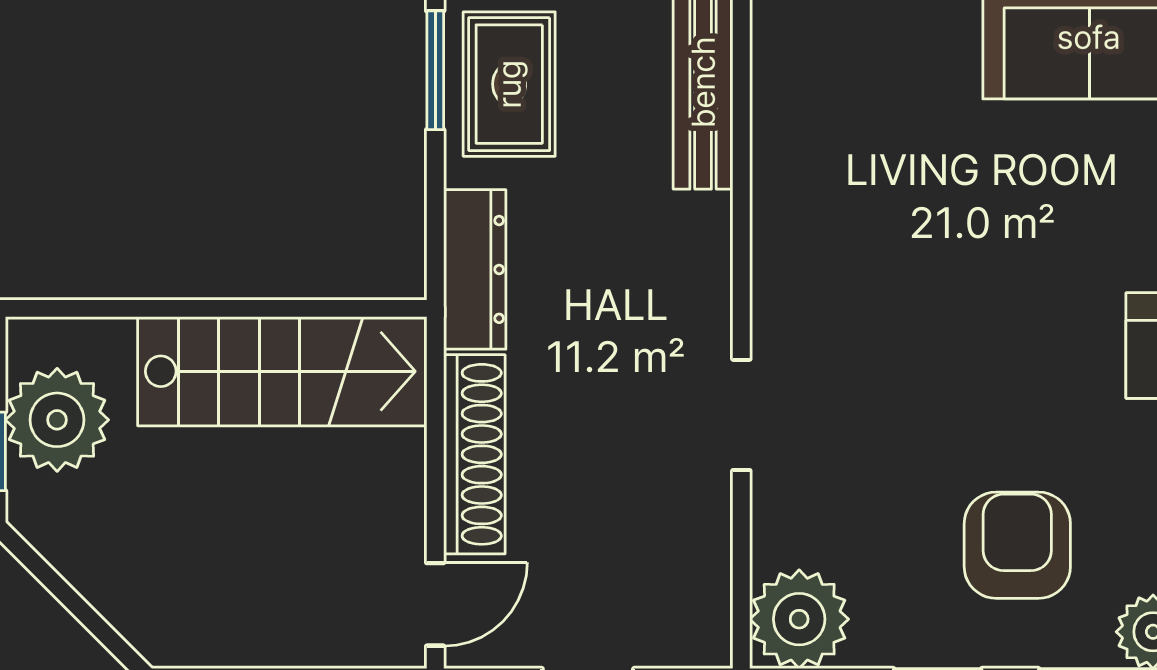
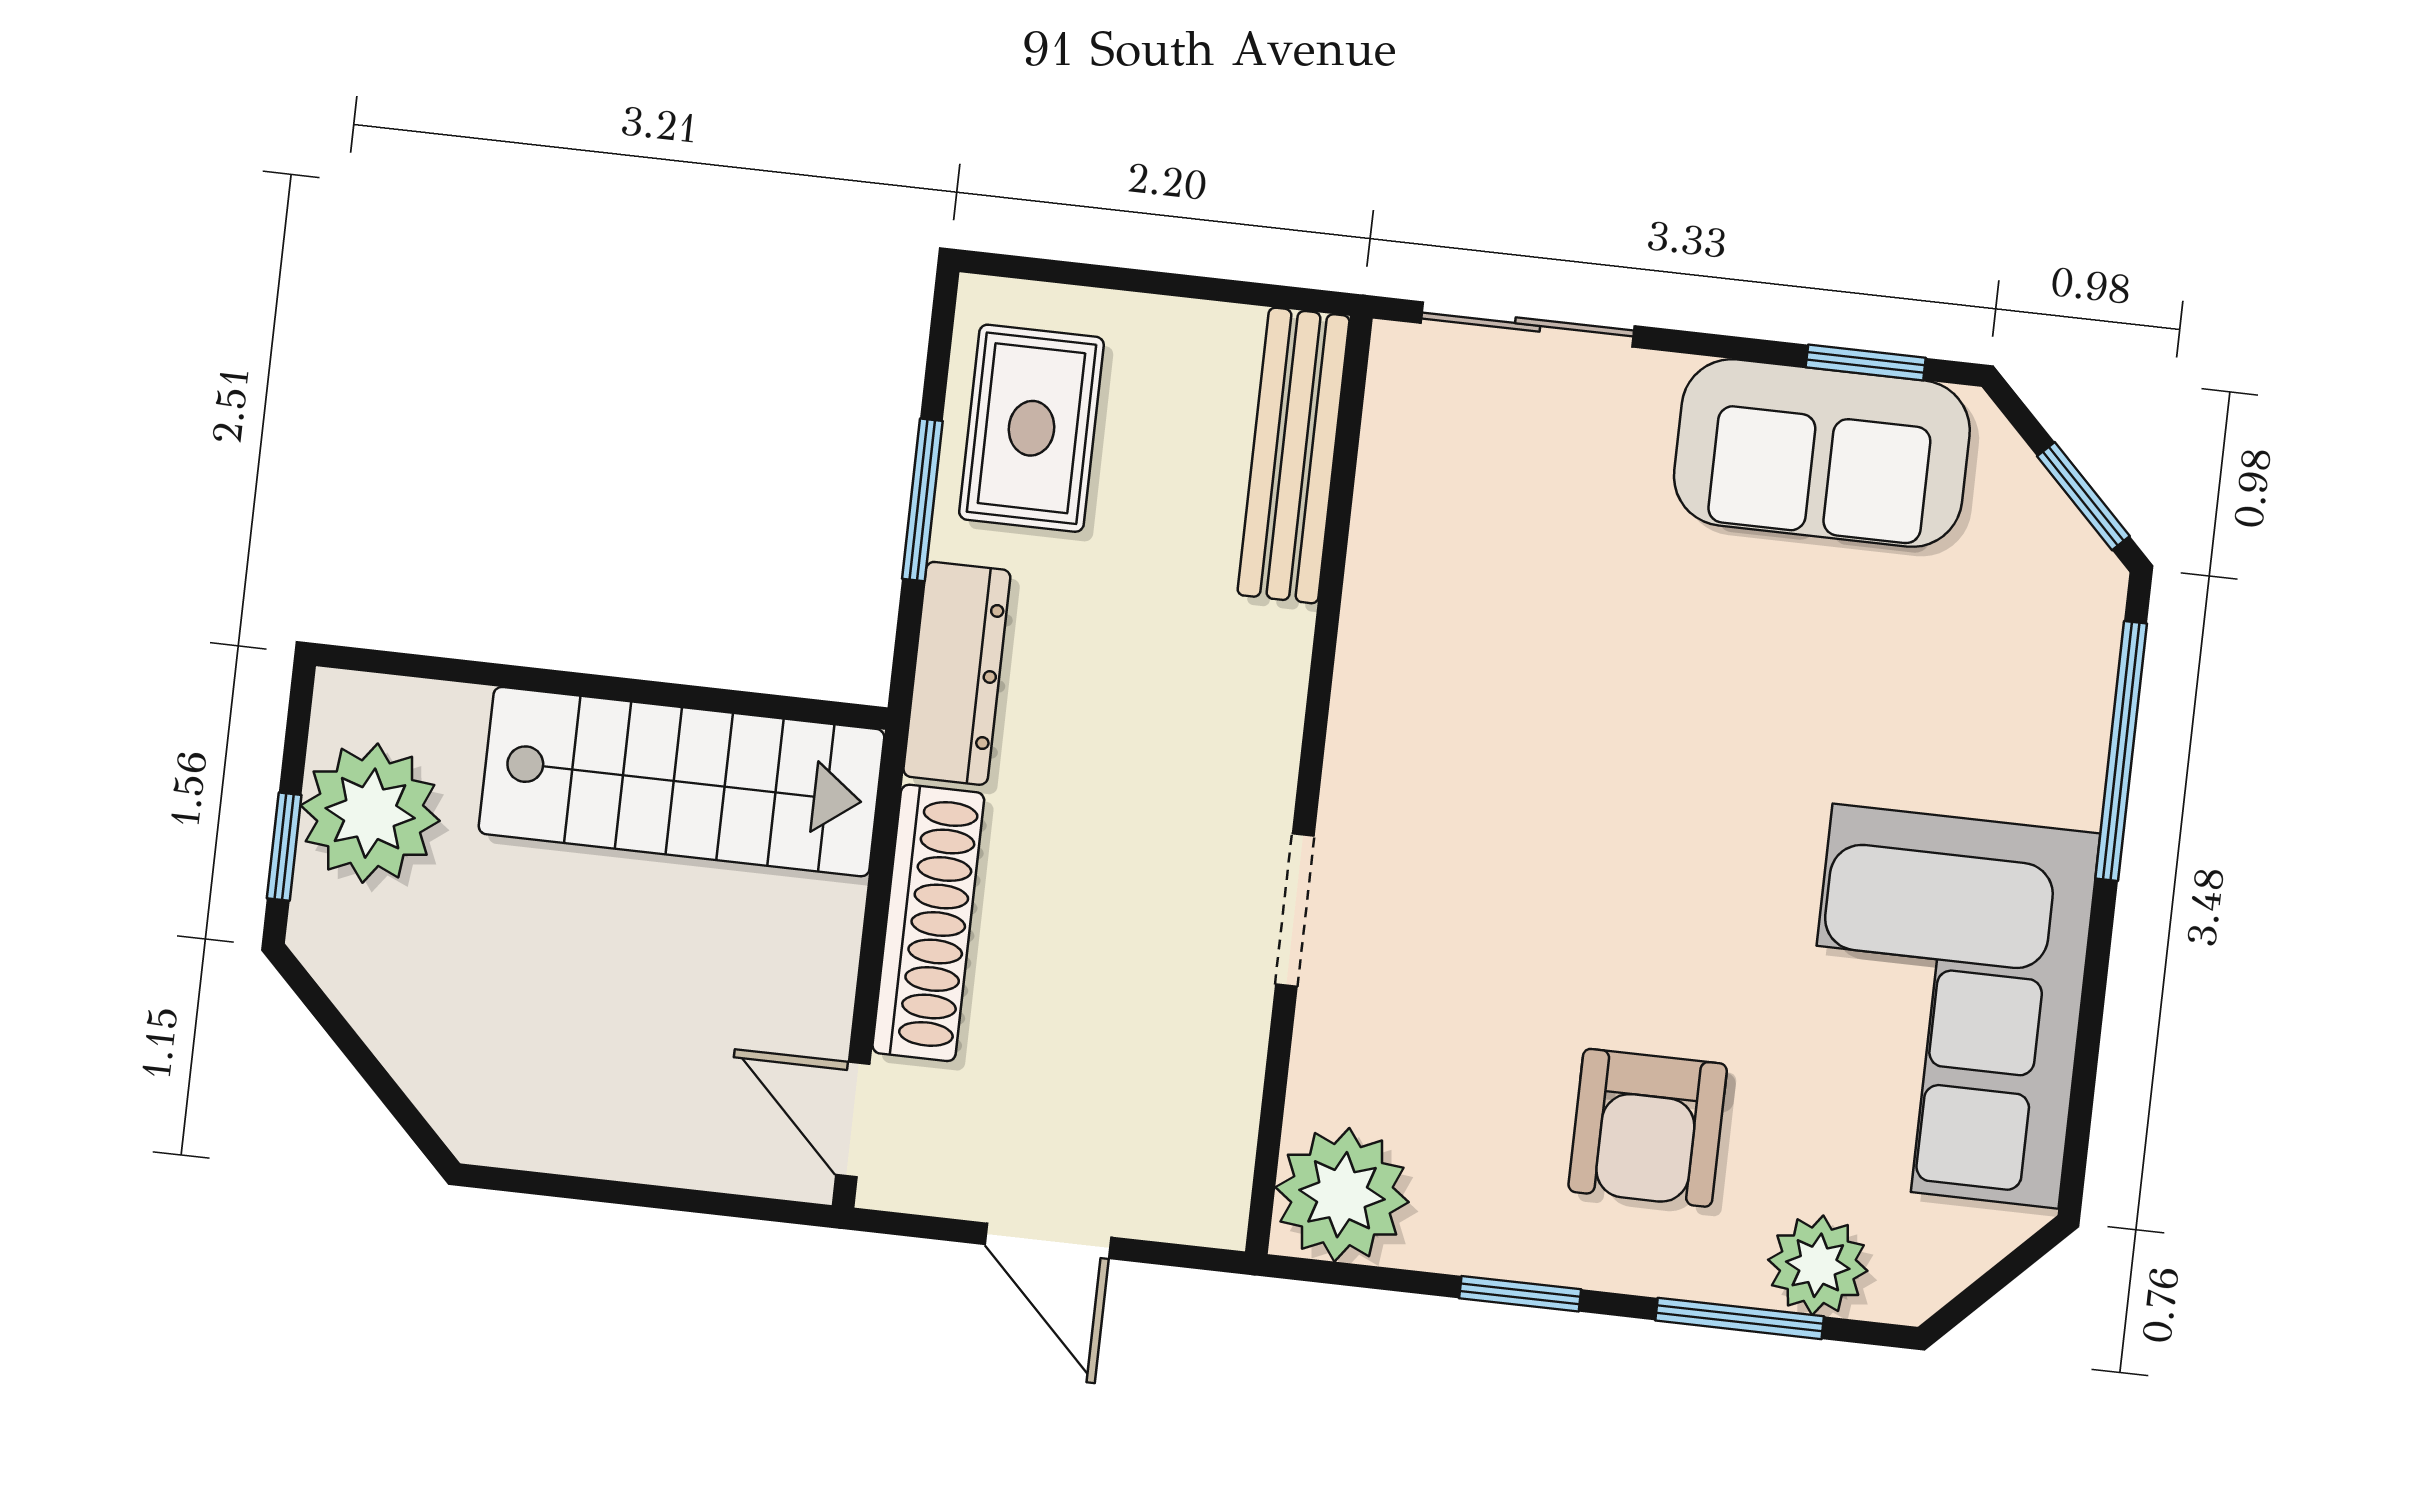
window: (435, 70) -> (922, 500), moved
armchair: (1017, 545) -> (1648, 1128), turned 180
door: (435, 604) -> (853, 1120), swing flipped

